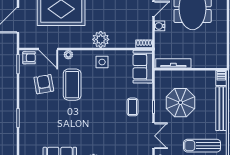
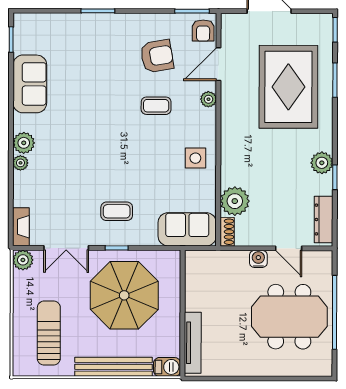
plant: (101, 39) -> (235, 201), moved
tv unit: (173, 63) -> (193, 343), moved
coffee table: (72, 85) -> (156, 106), width x0.54, depth x0.58
parasol: (180, 103) -> (124, 295), width x1.36, depth x1.36

